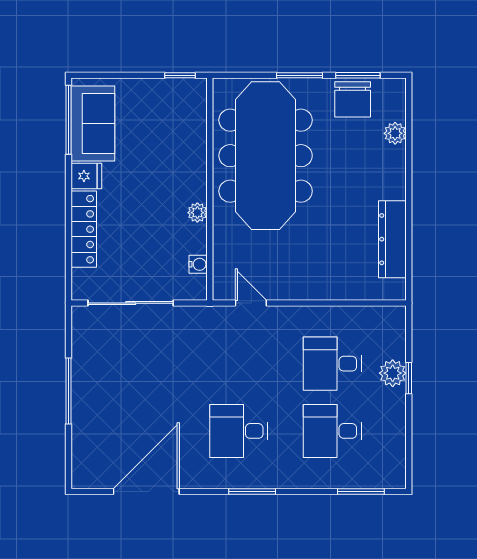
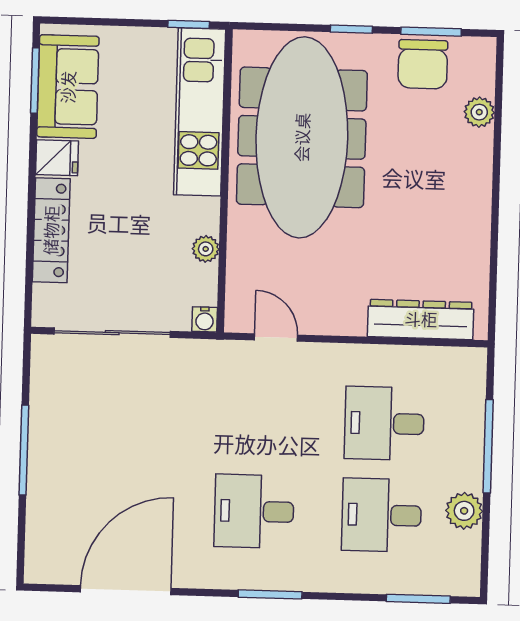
window: (299, 75) -> (351, 29), width x0.67
window: (68, 120) -> (35, 81), width x0.69
kitchen unit: (190, 139) -> (200, 112), added
plant: (197, 213) -> (206, 249), moved
dresser: (392, 239) -> (421, 319), moved, turned 90
water cooler: (198, 264) -> (205, 319), moved, turned 90
plant: (393, 373) -> (464, 511), moved
window: (409, 378) -> (488, 446), width x2.17

